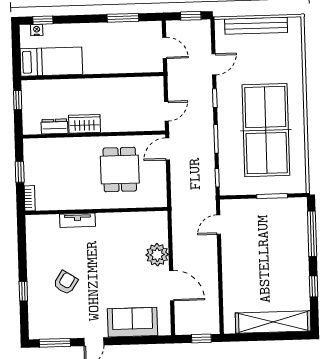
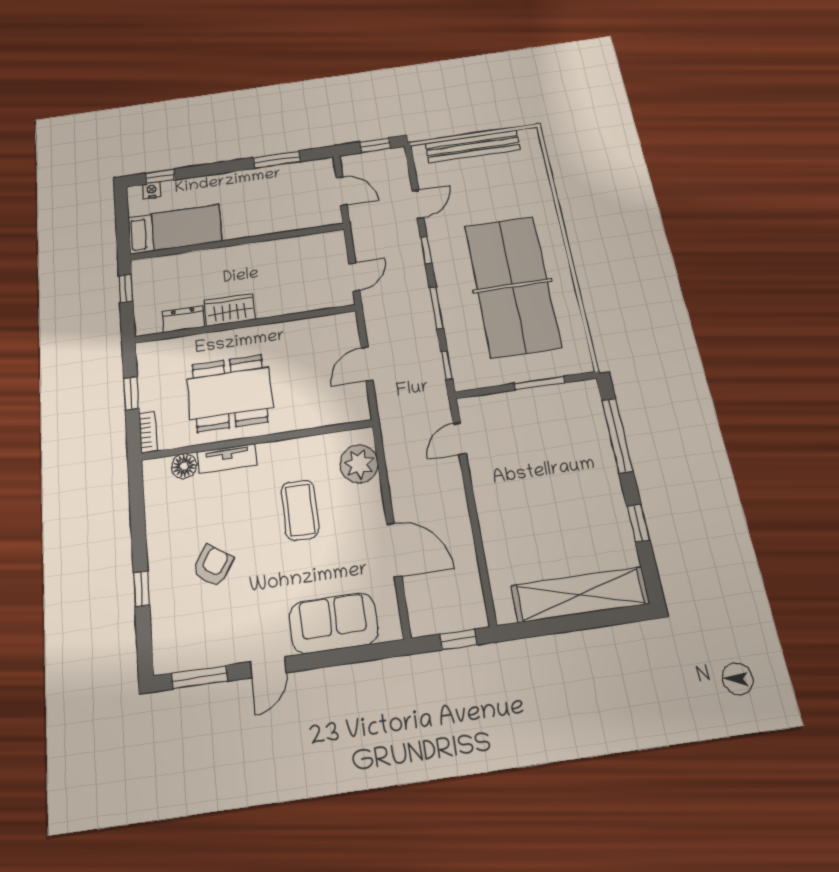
door: (168, 149) -> (367, 364), moved
dining table: (120, 170) -> (230, 393), moved, width x1.38
floor lamp: (51, 222) -> (184, 466), added
plant: (157, 255) -> (359, 464), moved
coffee table: (119, 256) -> (300, 510), added

